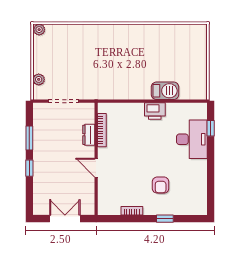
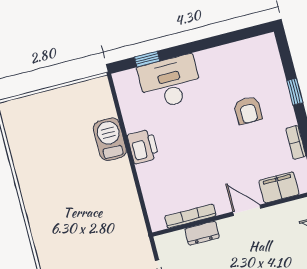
door: (96, 168) -> (247, 210), swing flipped
armchair: (161, 185) -> (248, 110), turned 90
filing cabinet: (106, 192) -> (279, 187), added

